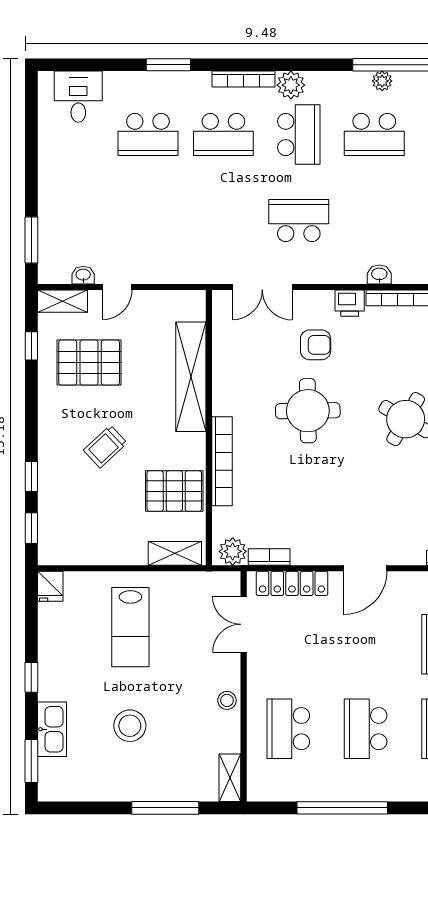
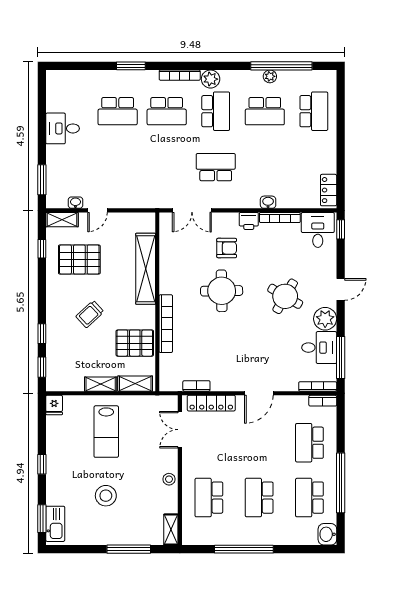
desk: (78, 97) -> (63, 128), moved, turned -90
plant: (233, 551) -> (173, 382), removed
shelving: (122, 554) -> (101, 384), added
kitchen sink: (52, 729) -> (55, 524), moved

